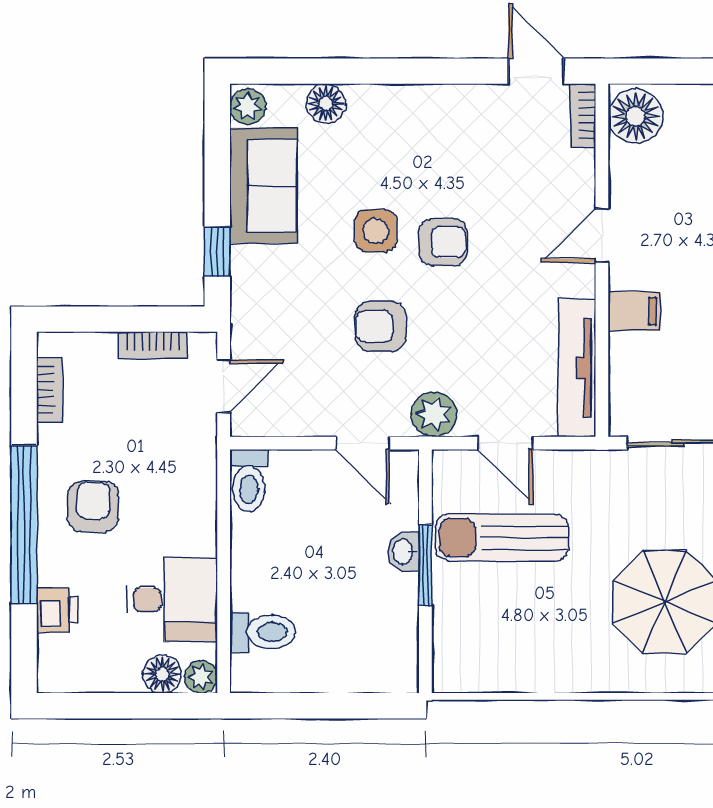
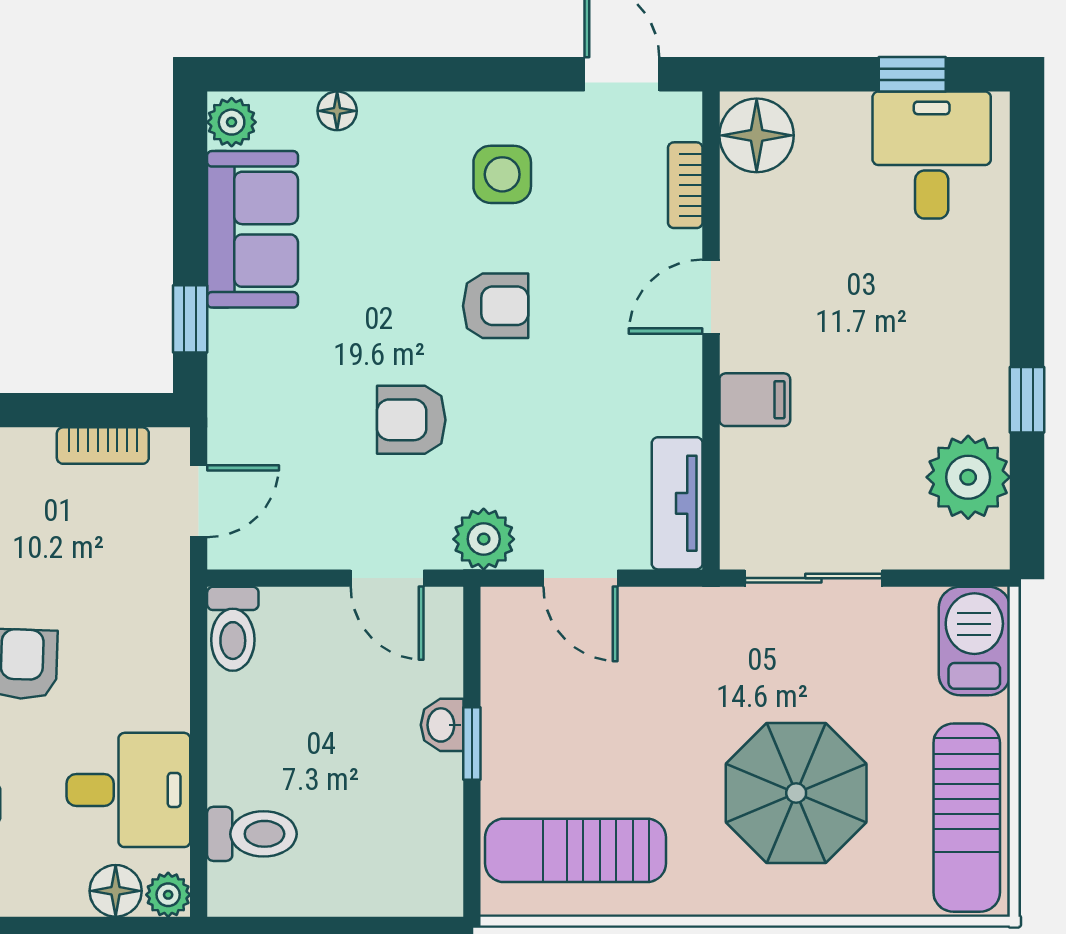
floor lamp: (326, 103) -> (337, 111), width x0.73, depth x0.73
bookcase: (583, 116) -> (685, 185), moved
side table: (376, 231) -> (502, 174), moved
tv unit: (577, 368) -> (677, 503), width x0.71
sun lounger: (502, 538) -> (575, 850), moved
window: (425, 565) -> (472, 743), width x0.67

